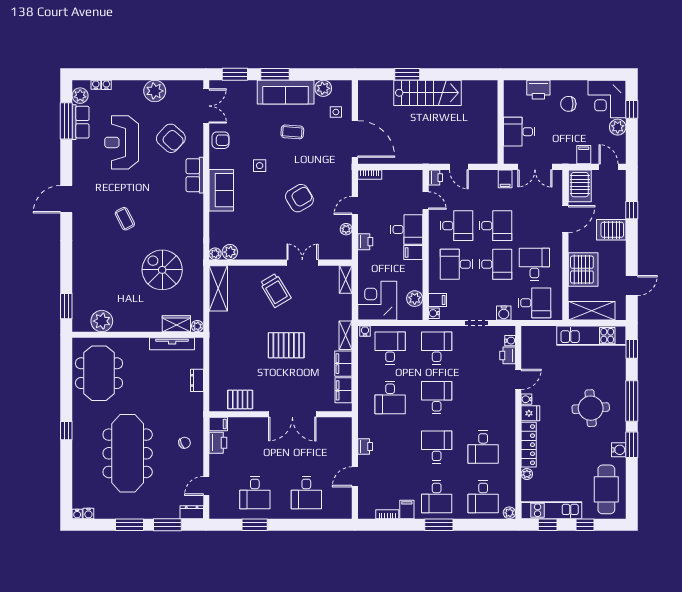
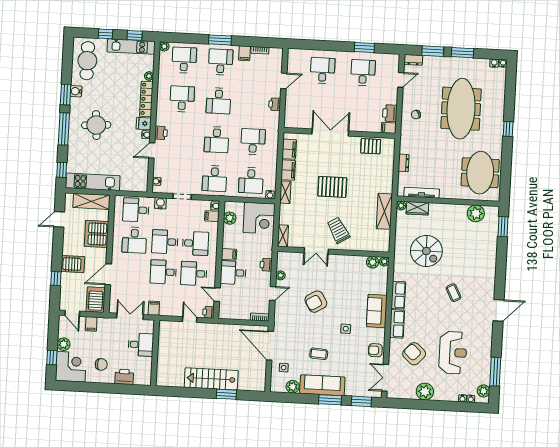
row of seats: (81, 122) -> (398, 295), moved, turned 180
shelving: (218, 288) -> (384, 211), moved
printer: (508, 355) -> (161, 133), moved

